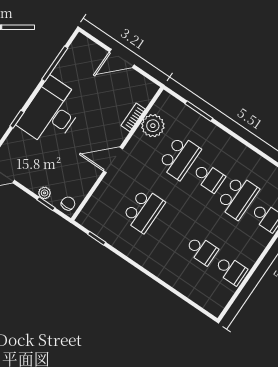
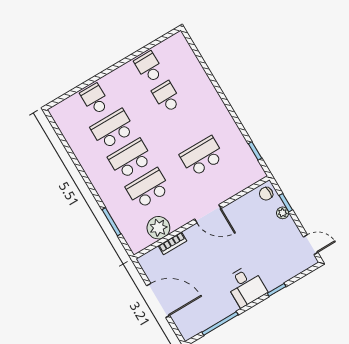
door: (122, 58) -> (158, 300), width x1.36
desk: (51, 112) -> (246, 286), width x0.53, depth x0.77
school desk: (209, 177) -> (130, 159), width x1.85

